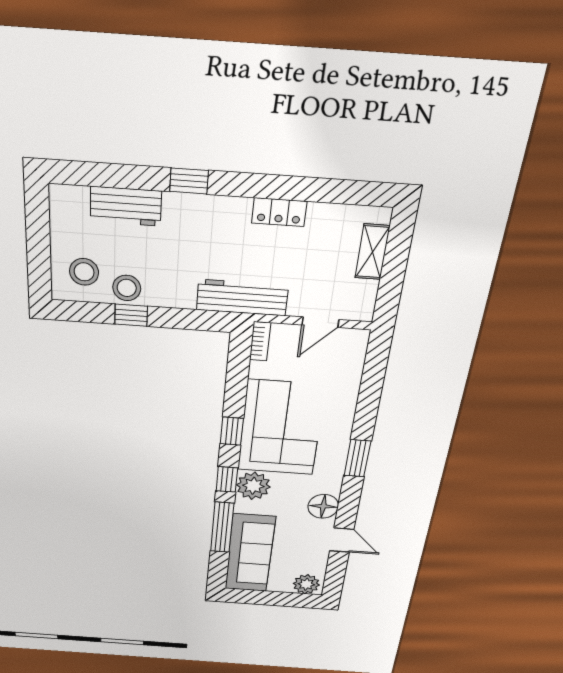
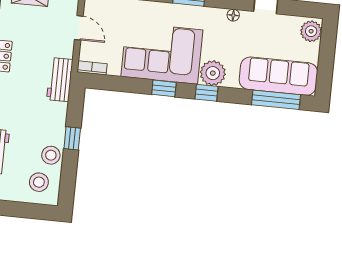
workbench: (242, 298) -> (60, 80), width x0.73
window: (131, 315) -> (72, 138), moved
floor lamp: (323, 506) -> (233, 15), width x0.53, depth x0.53
window: (222, 527) -> (276, 100), moved

